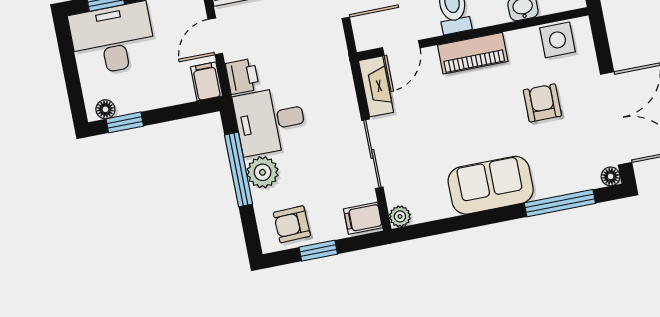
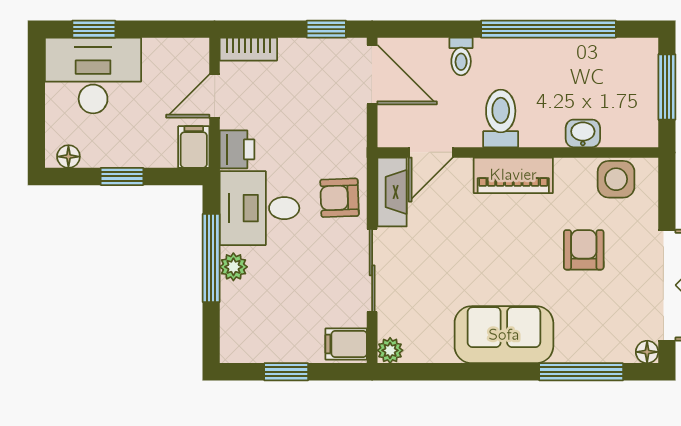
window: (125, 122) -> (122, 176), moved
plant: (263, 172) -> (233, 267), width x0.73, depth x0.73
armchair: (292, 224) -> (340, 198), moved

